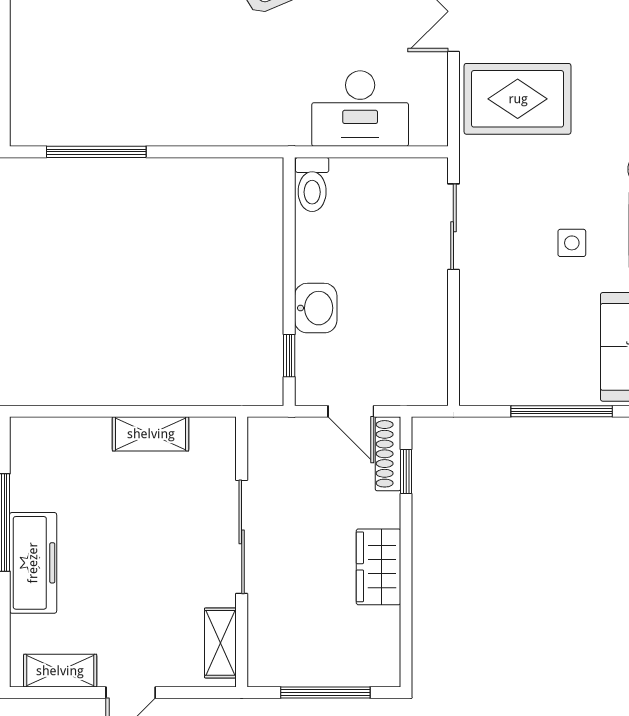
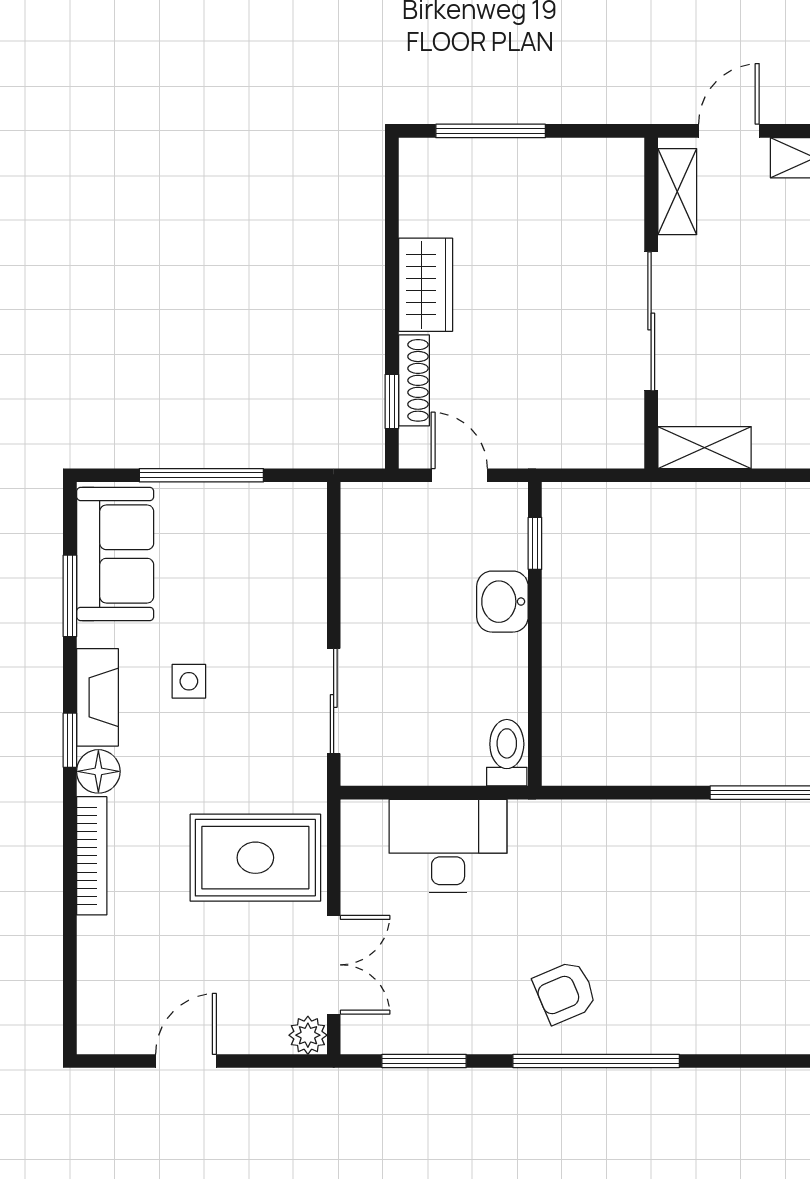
shoe rack: (388, 454) -> (414, 380), moved
sliding door: (242, 537) -> (651, 321), moved
wall: (242, 552) -> (651, 303), moved
shelving: (220, 643) -> (677, 192), moved

